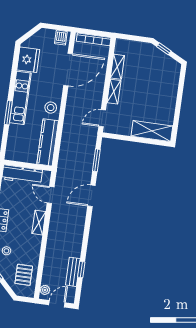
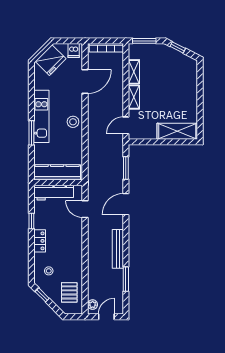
window: (132, 38) -> (144, 41), added
fridge: (28, 60) -> (51, 60), moved, turned 45
door: (68, 70) -> (85, 82), width x0.73
kitchen counter: (48, 142) -> (57, 172), moved, turned 90
shelving: (39, 223) -> (77, 238), removed
window: (81, 269) -> (126, 279), width x1.50
bench: (73, 272) -> (118, 249), moved, width x1.36

